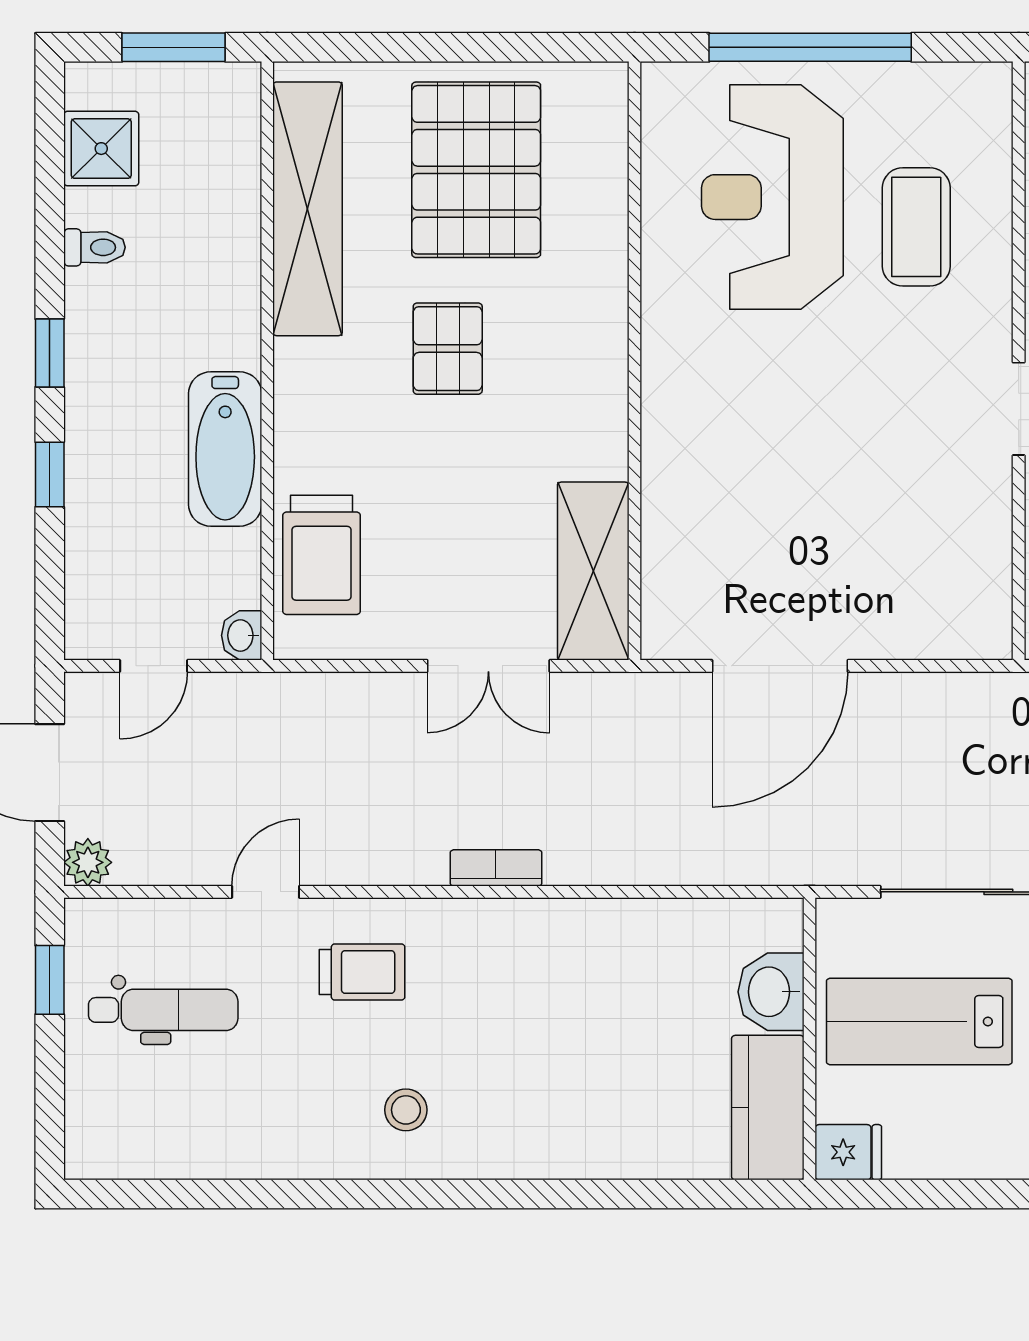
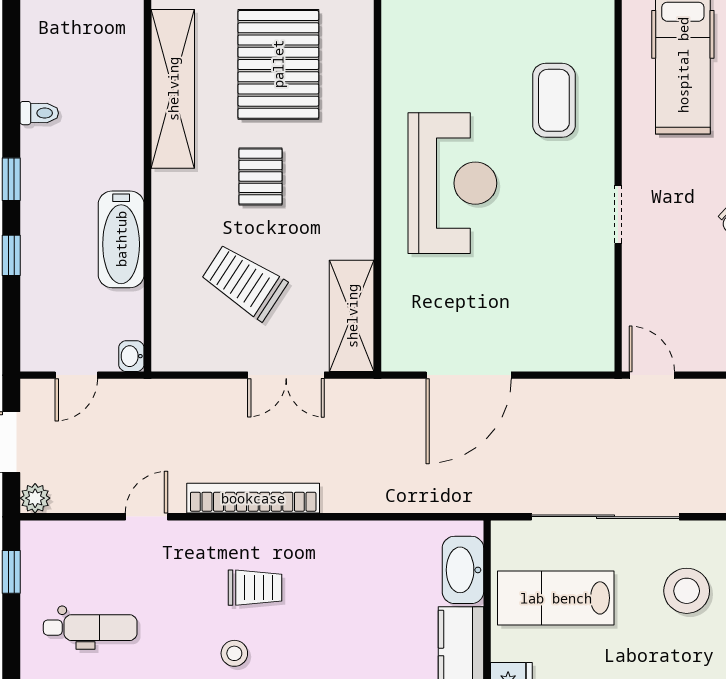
shower: (101, 149) -> (43, 51), removed
reception desk: (772, 197) -> (452, 183), moved, turned 180
trolley: (322, 555) -> (244, 282), moved, turned 123
bookcase: (496, 868) -> (253, 498), width x2.31, depth x1.31
trolley: (362, 972) -> (255, 588), moved
washbasin: (771, 992) -> (463, 570), width x1.38
dental chair: (163, 1010) -> (90, 628), moved

